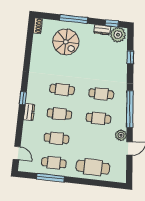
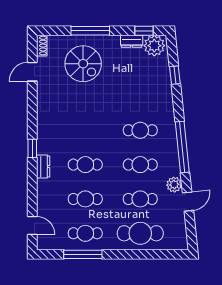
door: (29, 44) -> (32, 72), added
cafe table: (62, 89) -> (140, 199), moved

